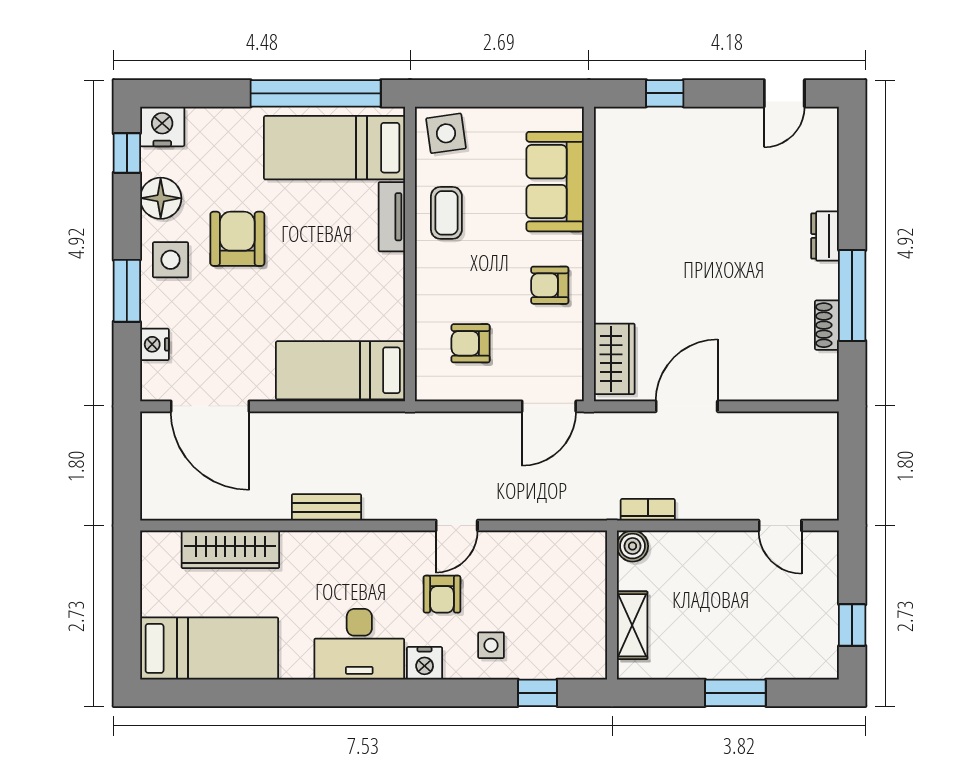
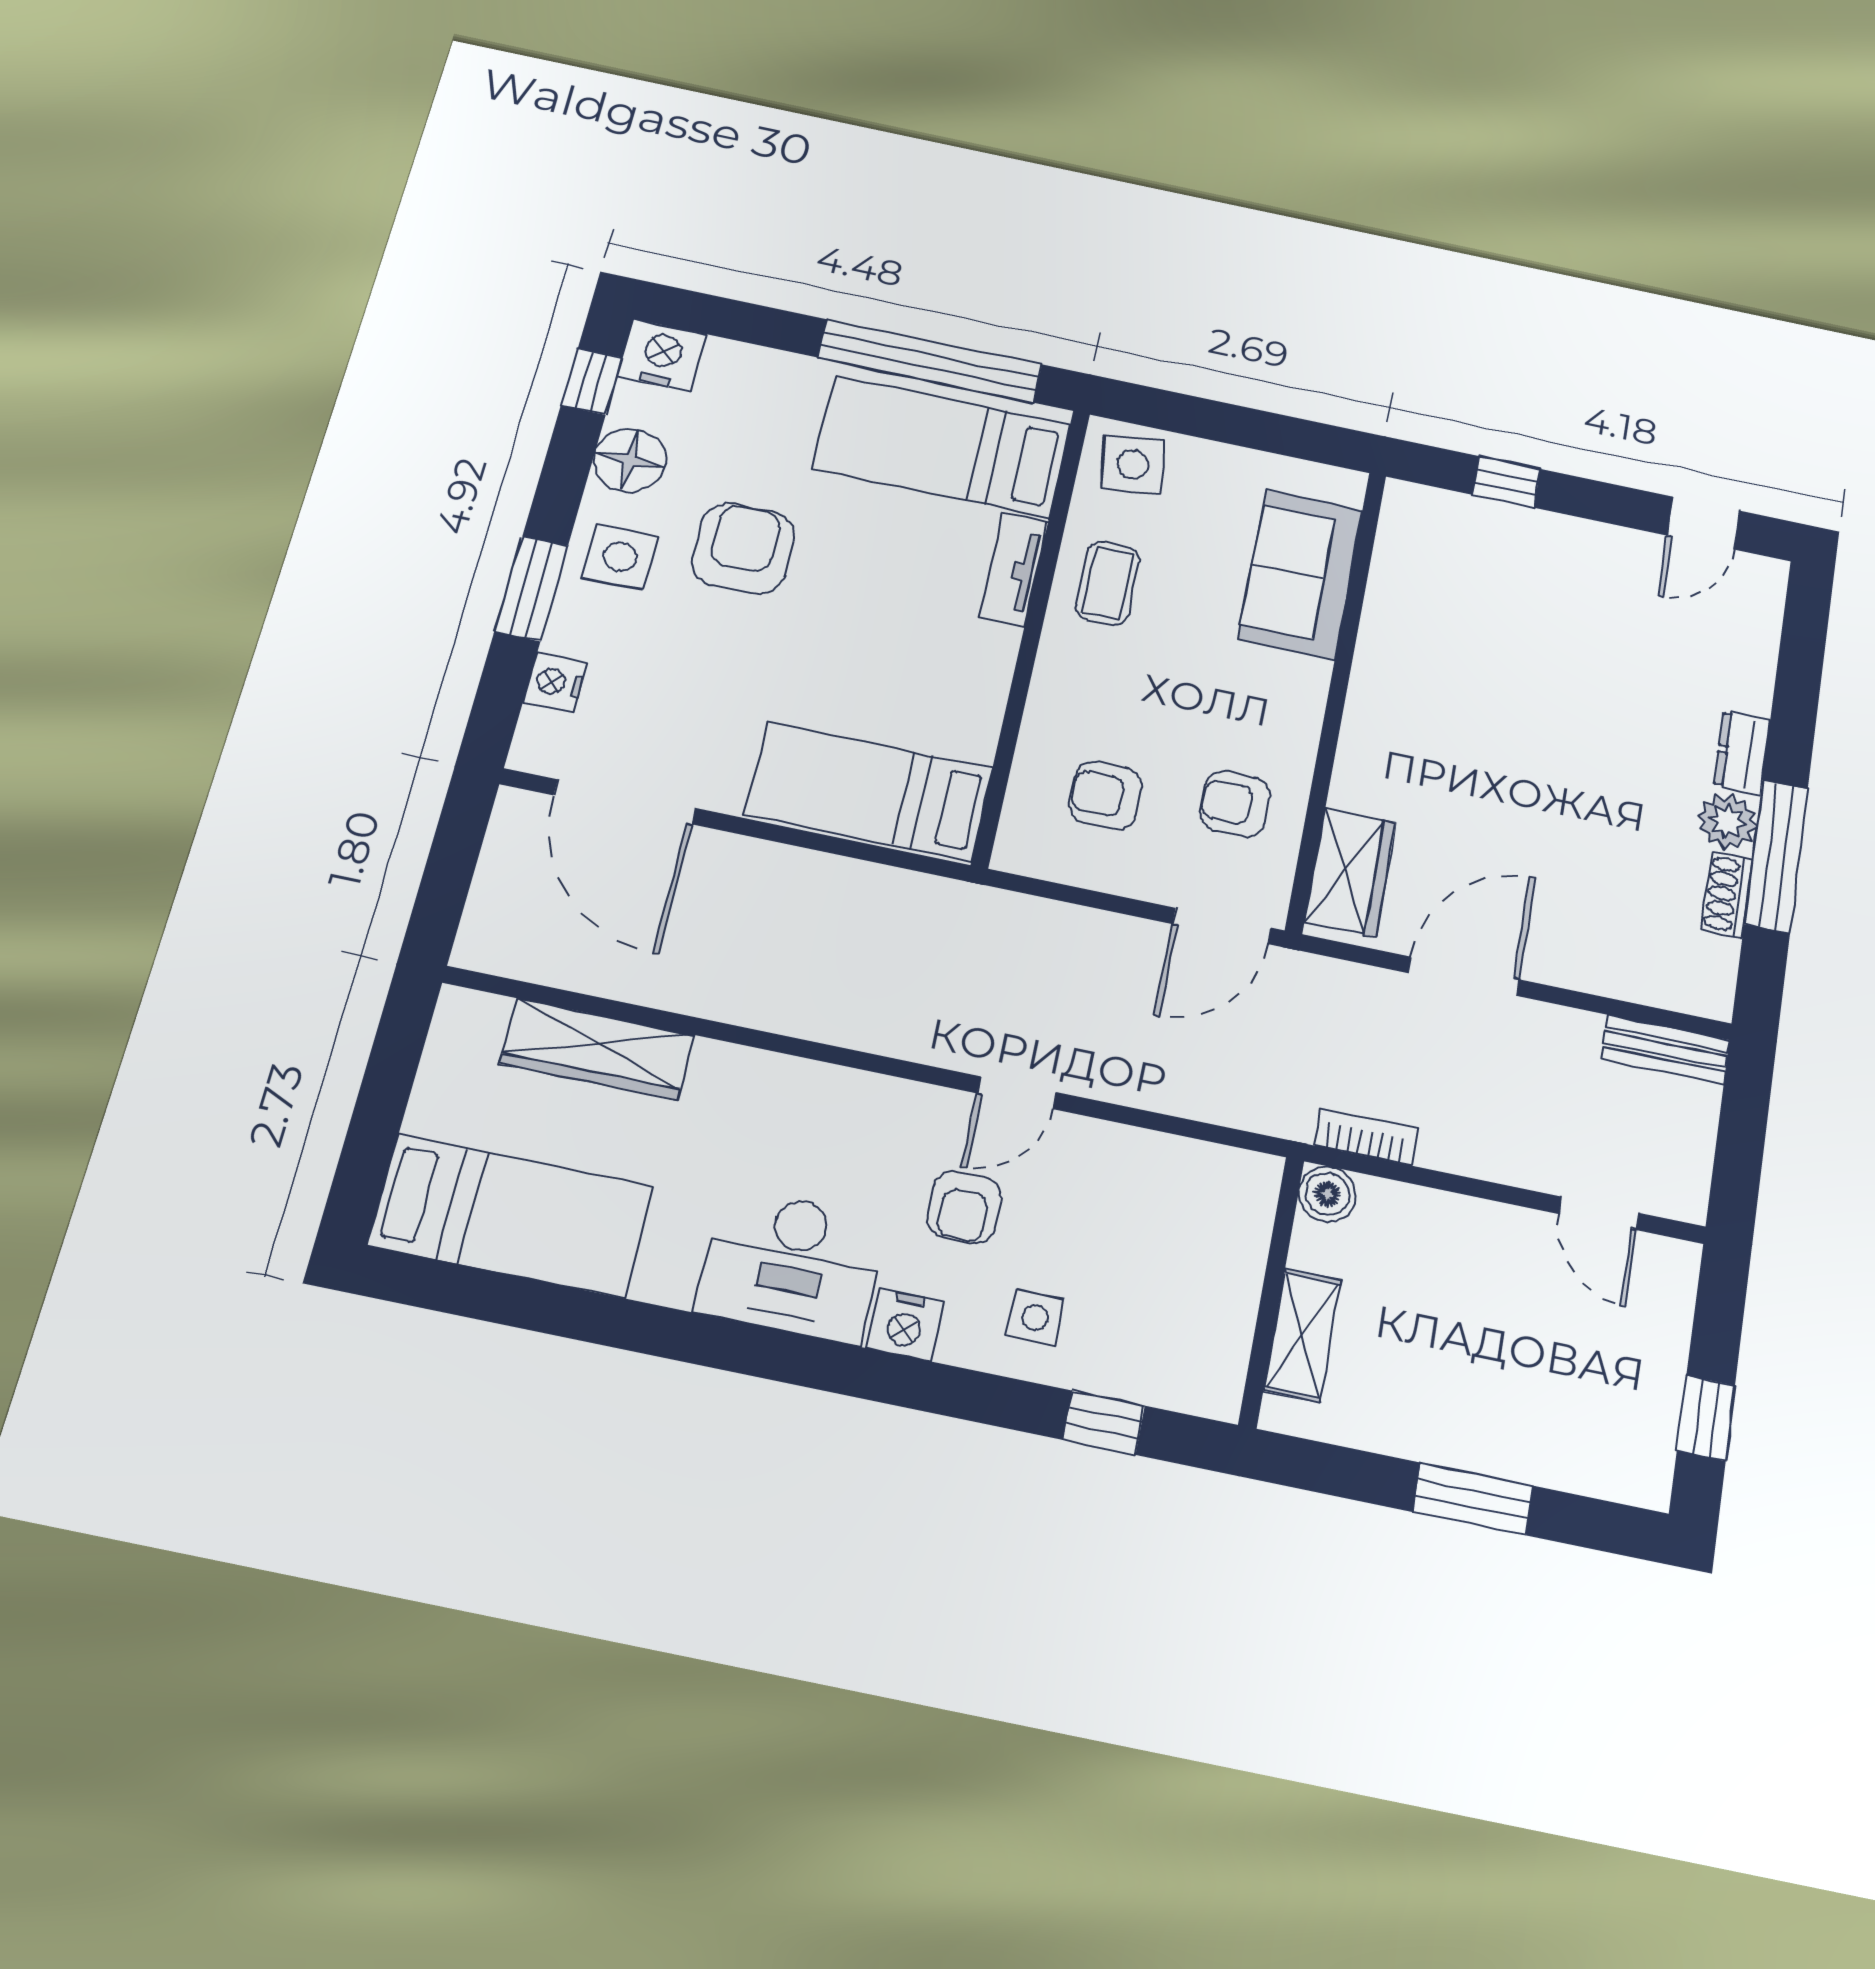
plant: (822, 281) -> (1727, 821), added
armchair: (550, 285) -> (1235, 804), moved
bench: (326, 507) -> (1666, 1049), moved

